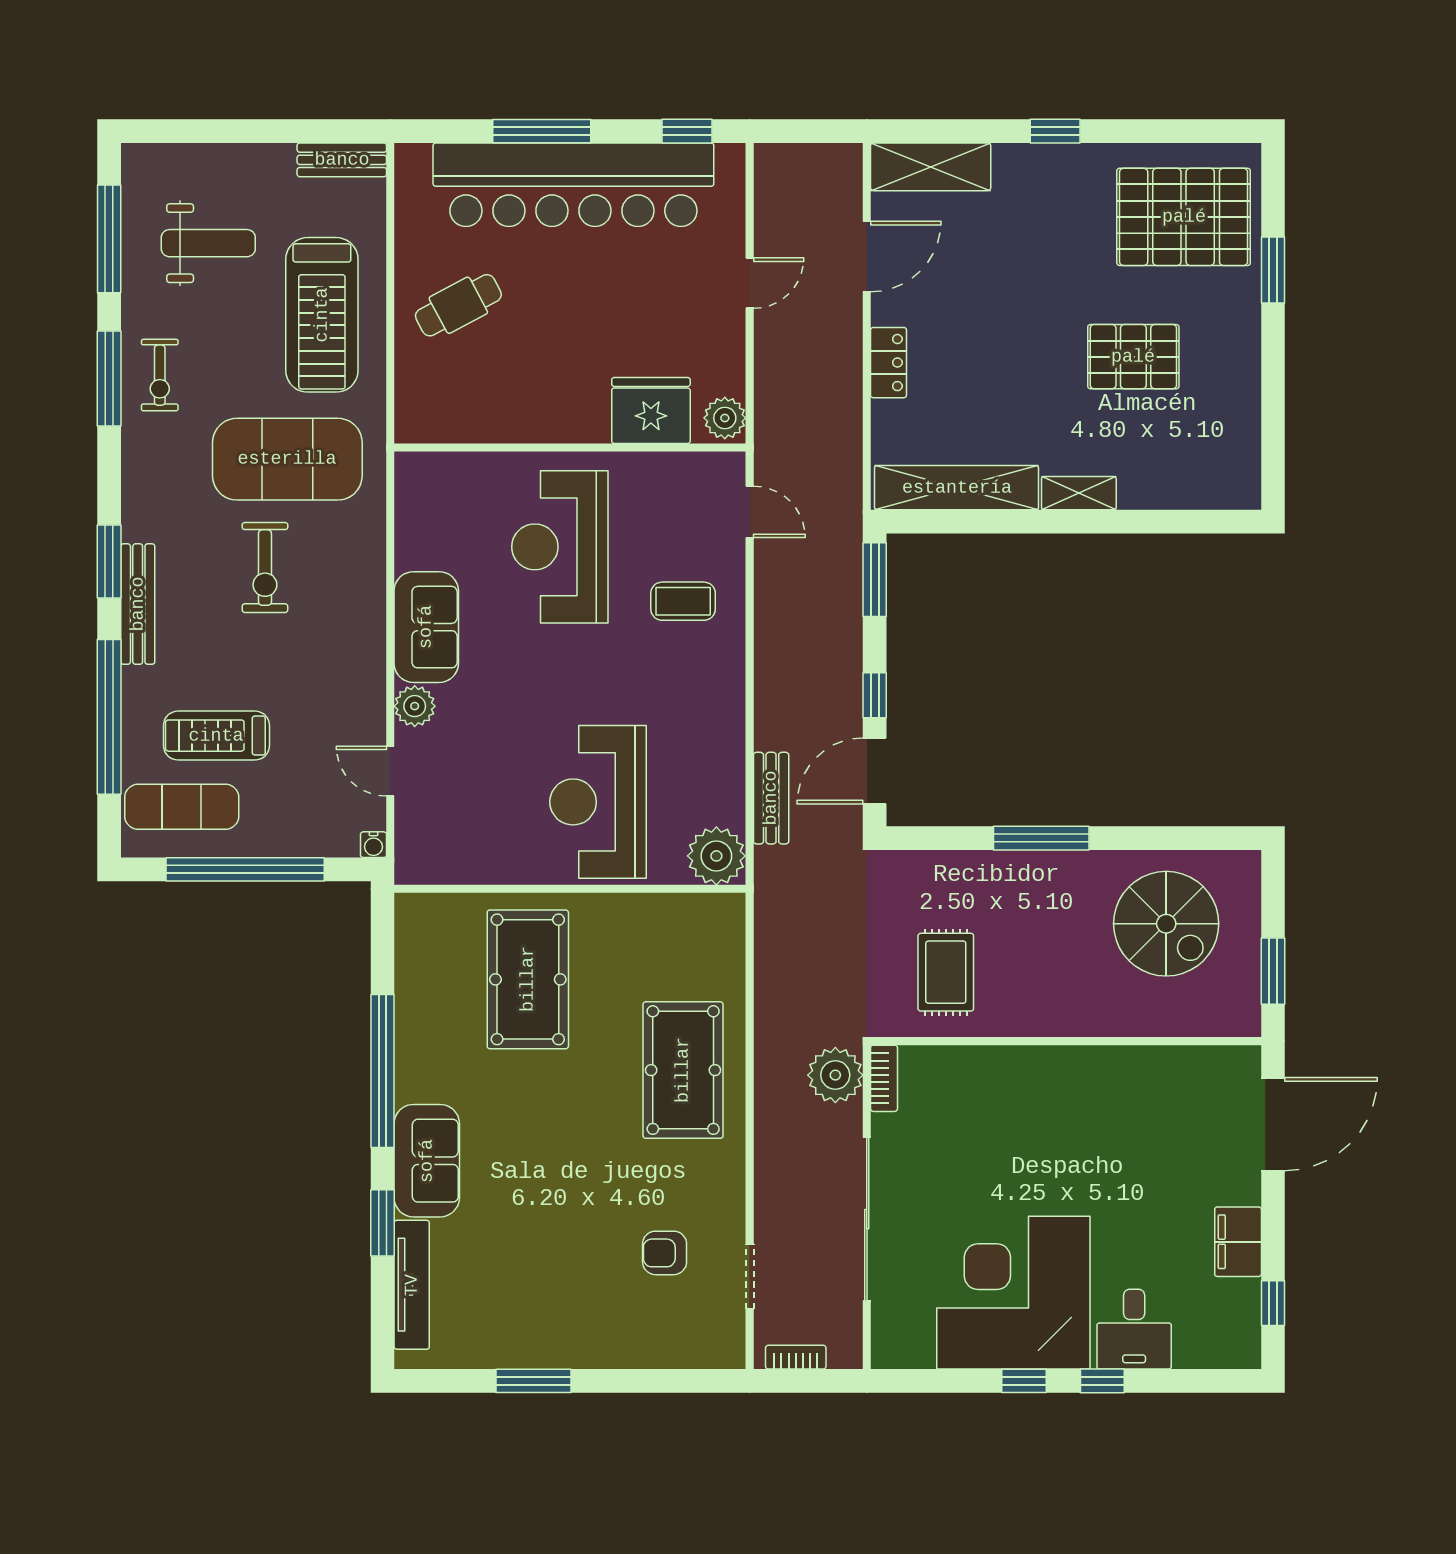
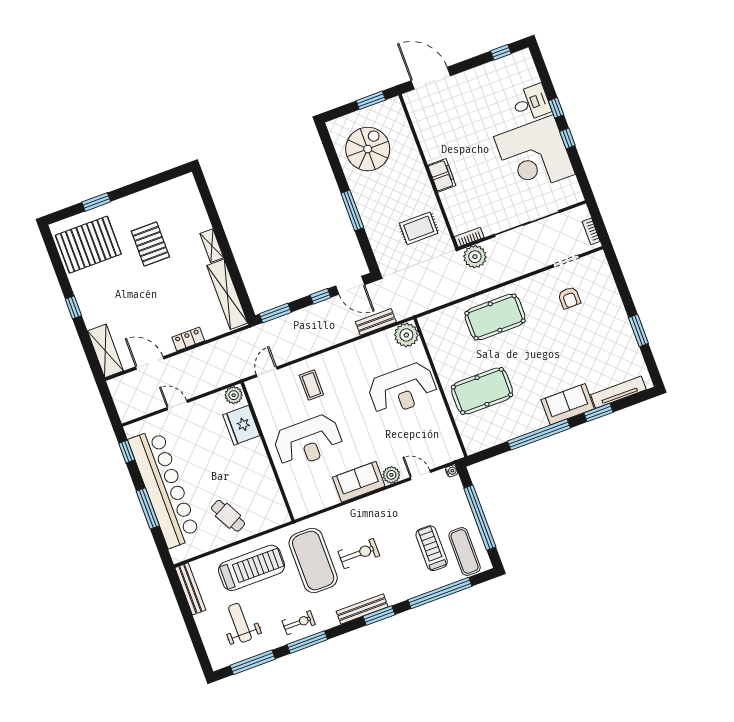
bench: (342, 160) -> (190, 589), width x1.36
pallet: (1184, 217) -> (88, 245), turned 90
bench: (138, 604) -> (362, 609), moved
treadmill: (216, 736) -> (432, 548), turned 180
door: (390, 771) -> (420, 475), swing flipped
filing cabinet: (1238, 1242) -> (442, 175), moved, turned -90

